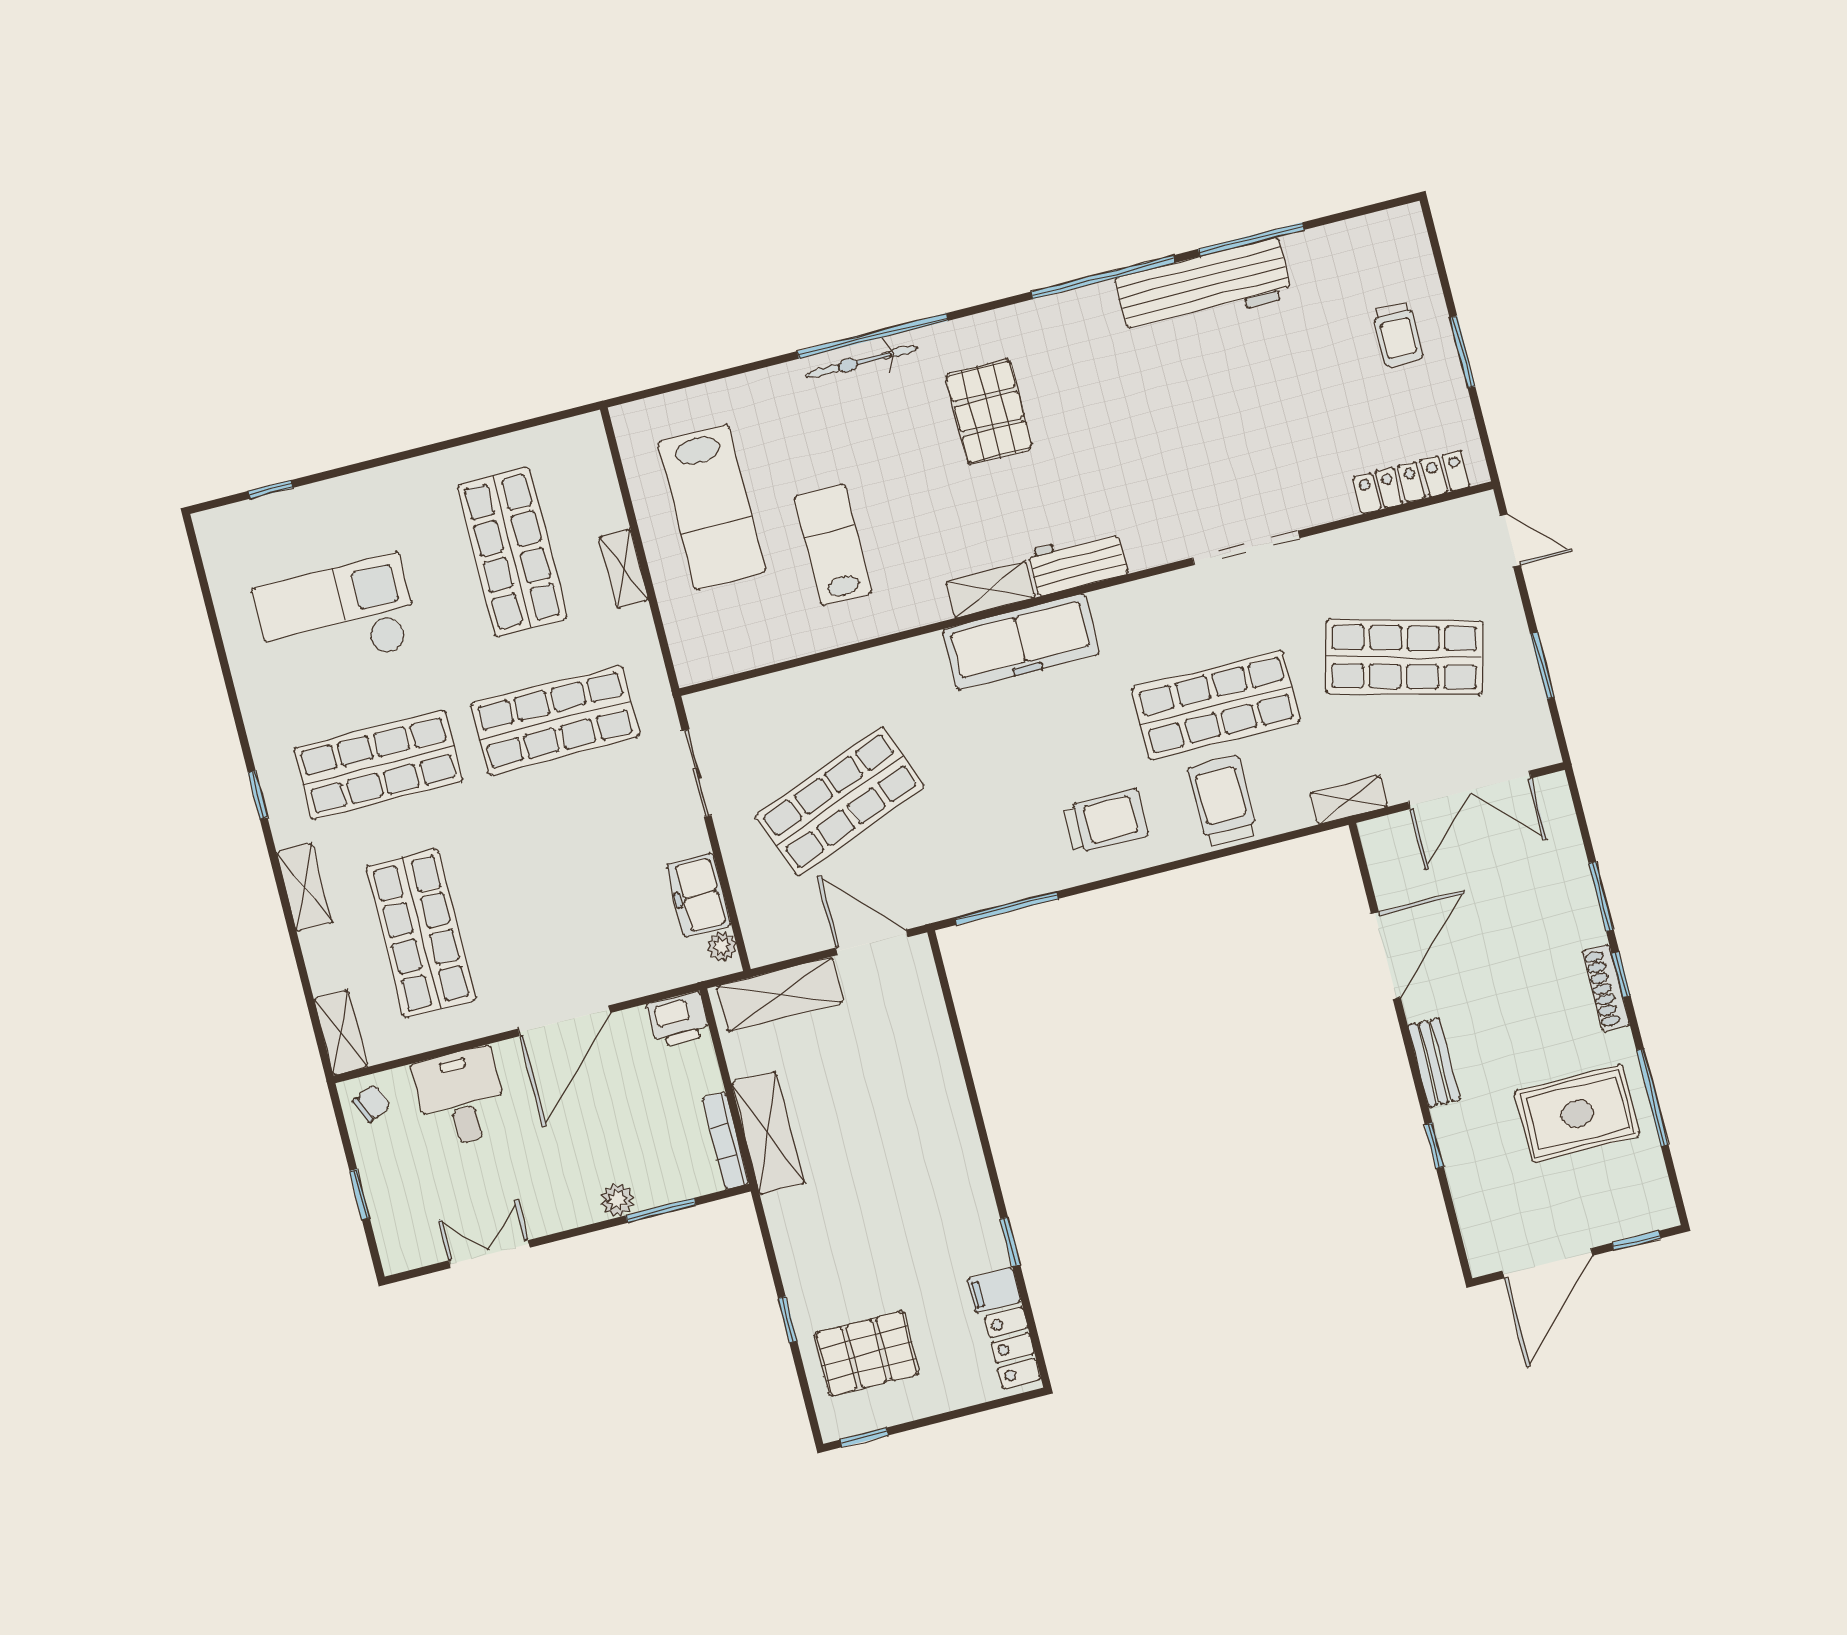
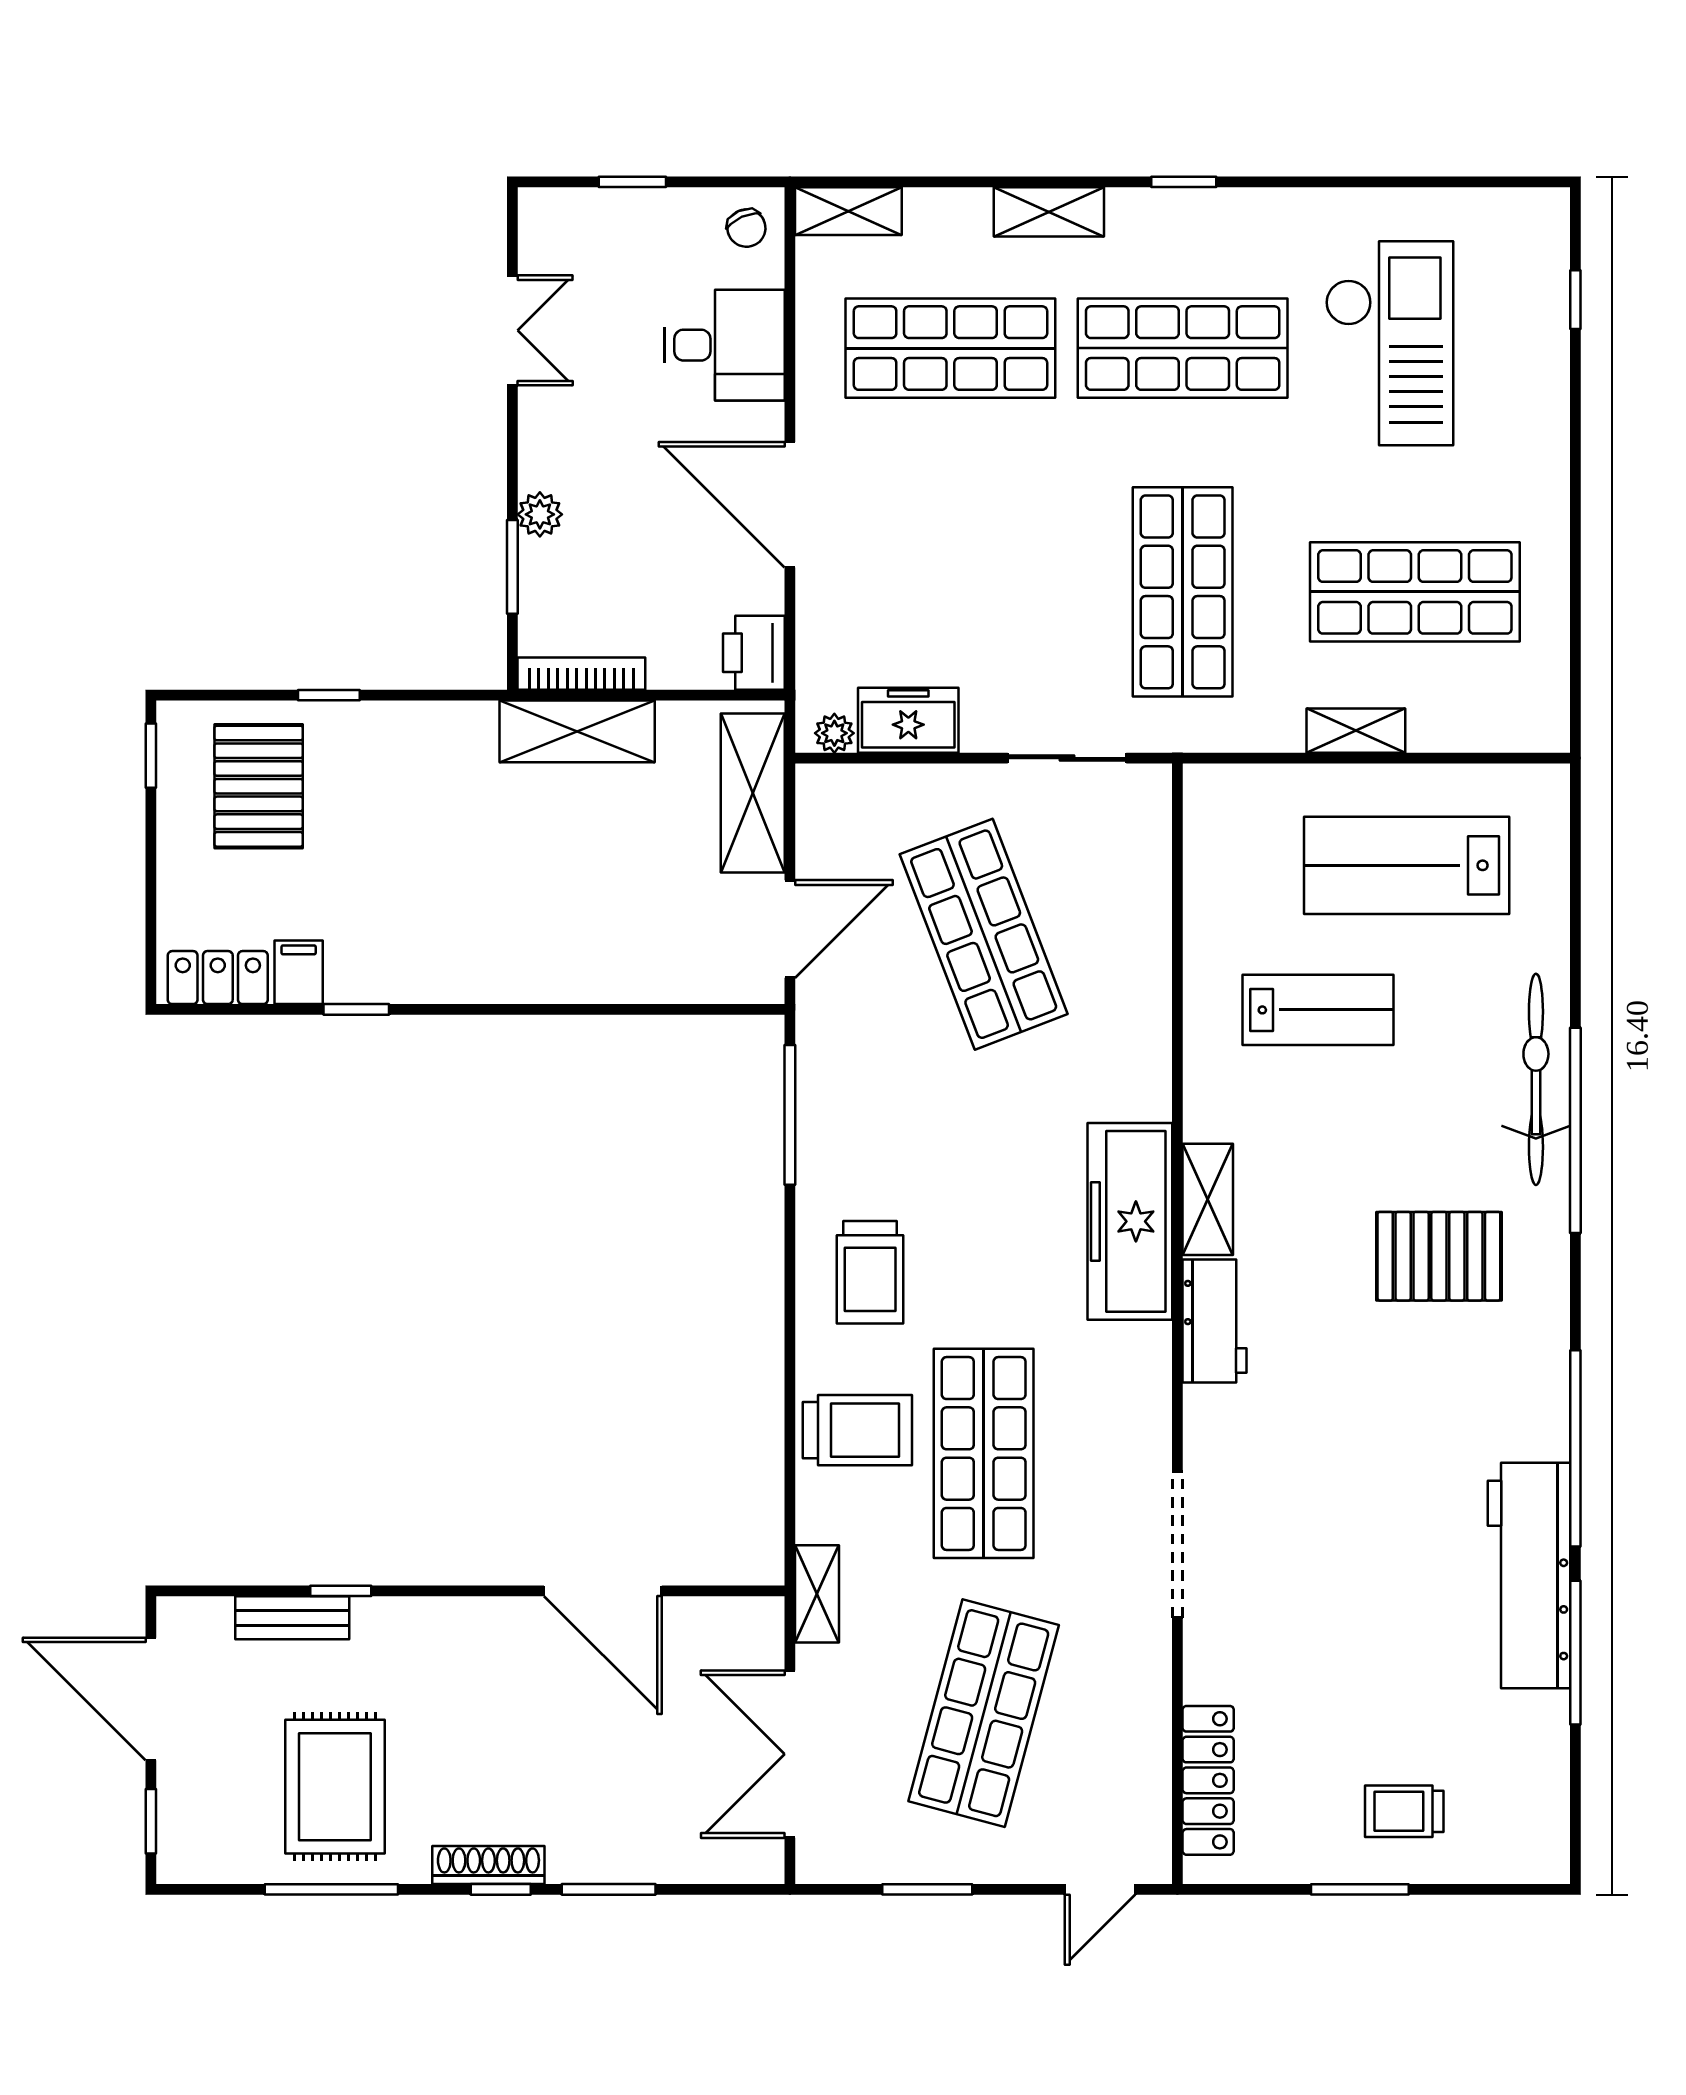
bicycle: (862, 362) -> (1536, 1079), width x1.37, depth x1.40
shop shelf: (378, 765) -> (1183, 348), turned 90
bench: (1434, 1062) -> (292, 1618), moved

